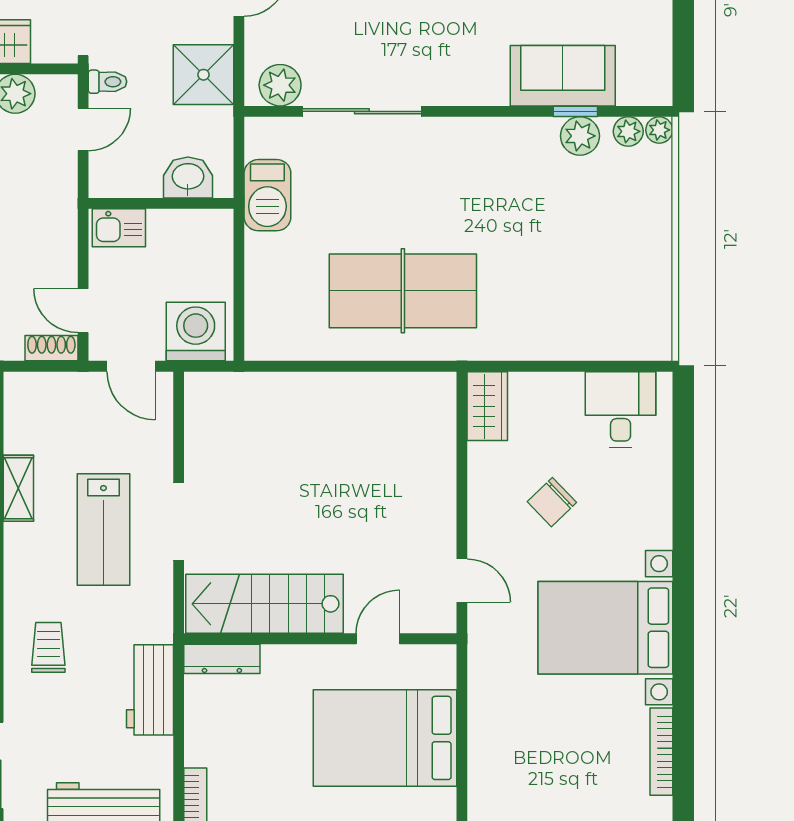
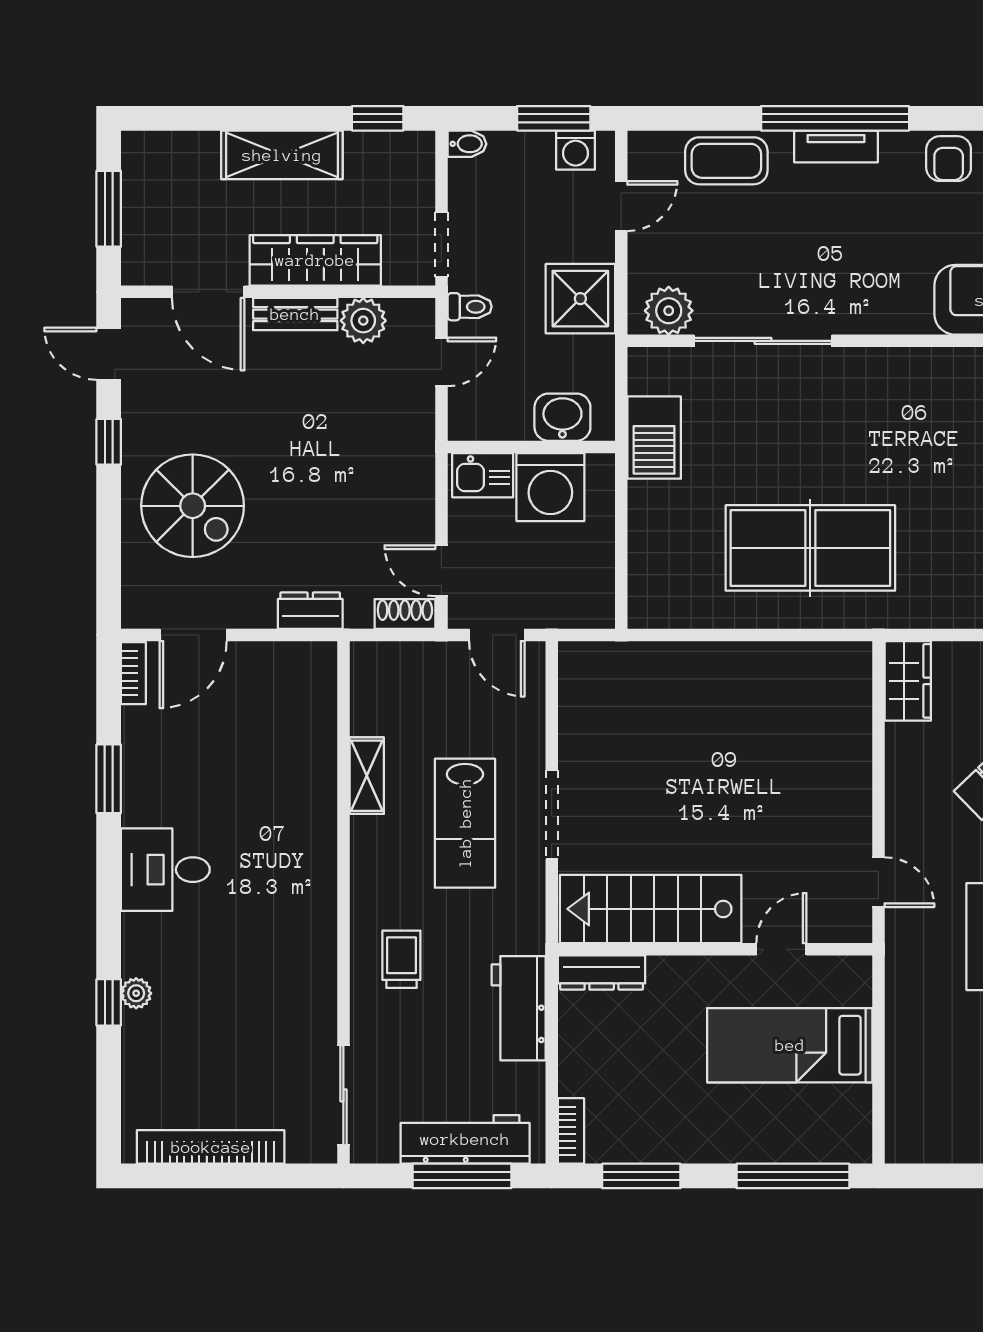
washing machine: (196, 331) -> (550, 487), moved, turned 180
bed: (385, 738) -> (790, 1045), width x0.67

